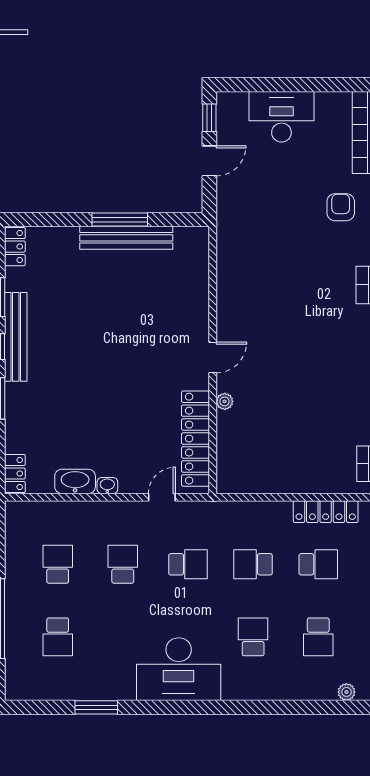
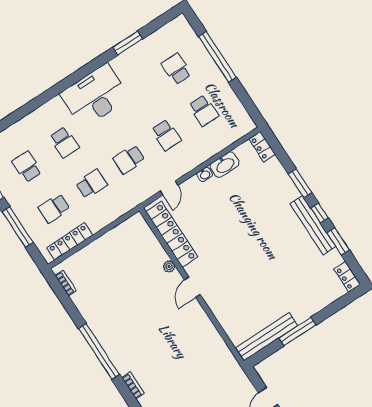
bench: (126, 238) -> (267, 337), moved

